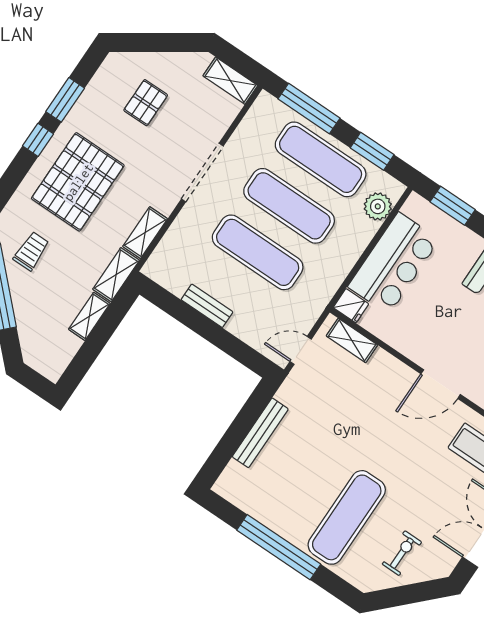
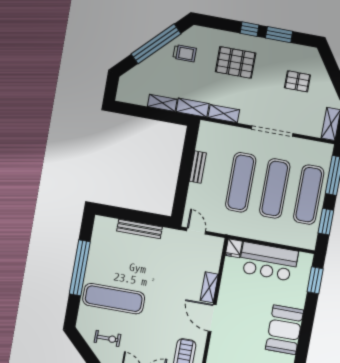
pallet: (78, 182) -> (236, 62), width x0.73, depth x0.71
plant: (378, 206) -> (296, 239), removed
shelving: (352, 340) -> (209, 287), moved

